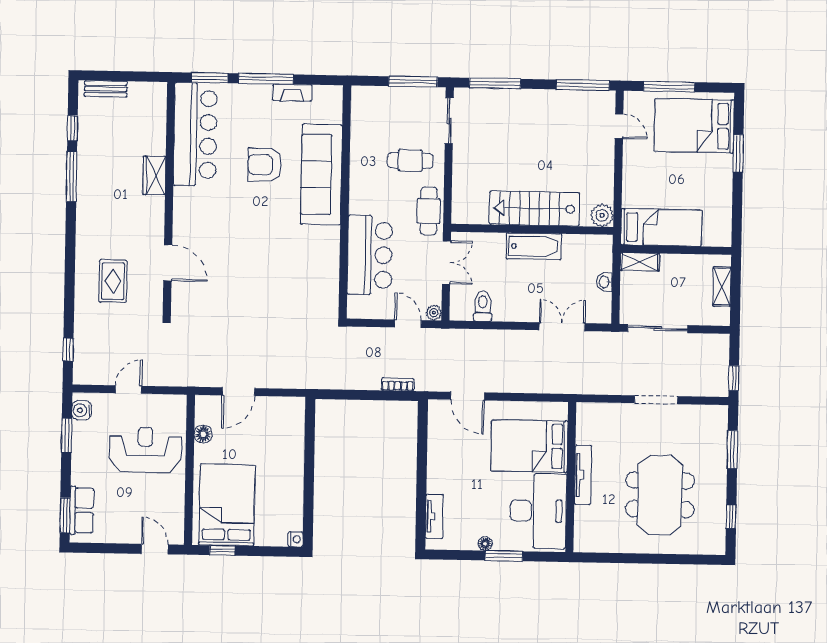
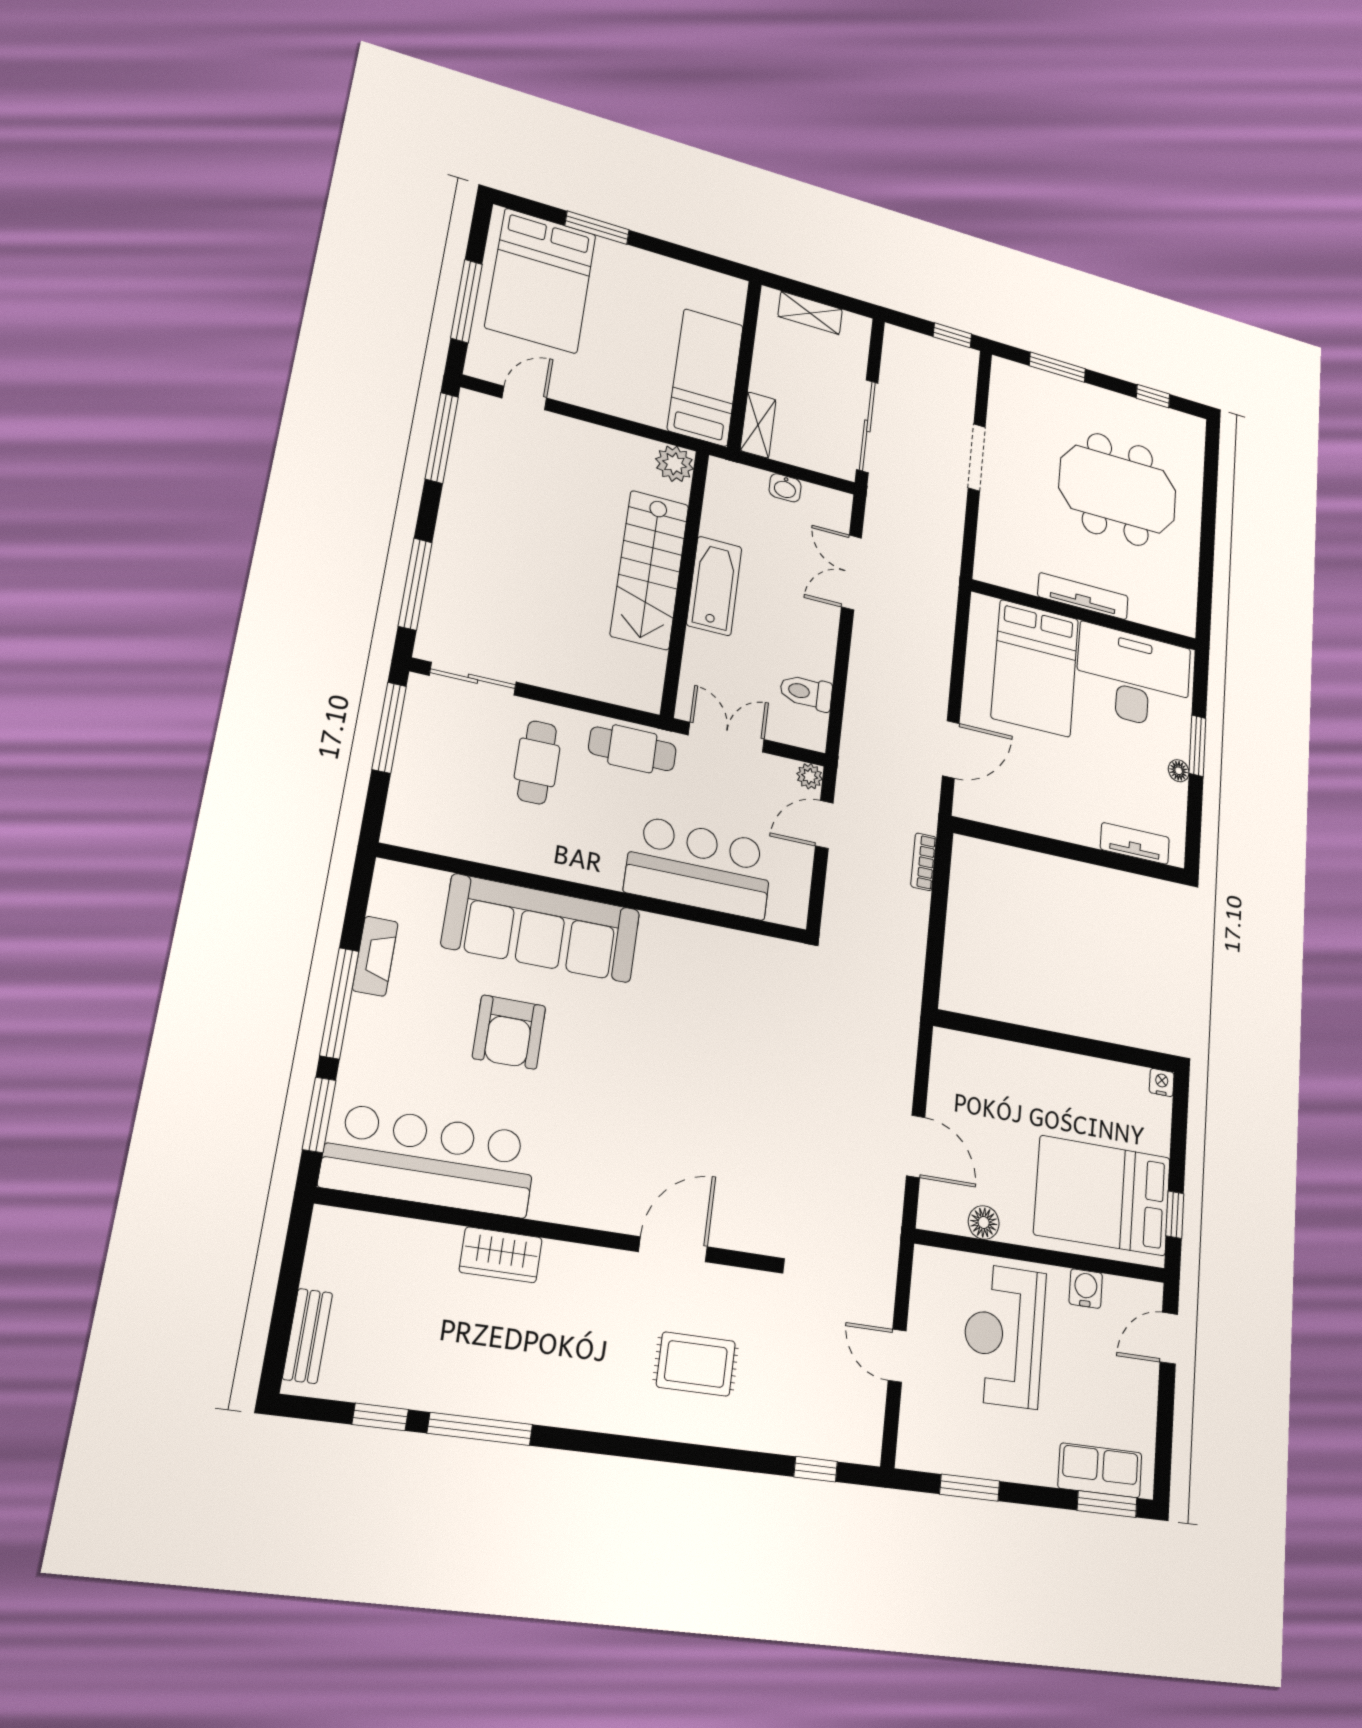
water cooler: (82, 410) -> (1086, 1289), moved, turned 180

